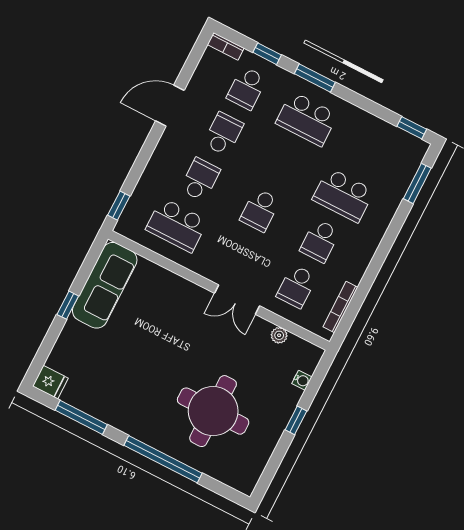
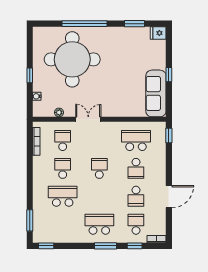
round table: (213, 411) -> (72, 59), width x1.36, depth x1.36
window: (81, 417) -> (135, 24), width x0.69

